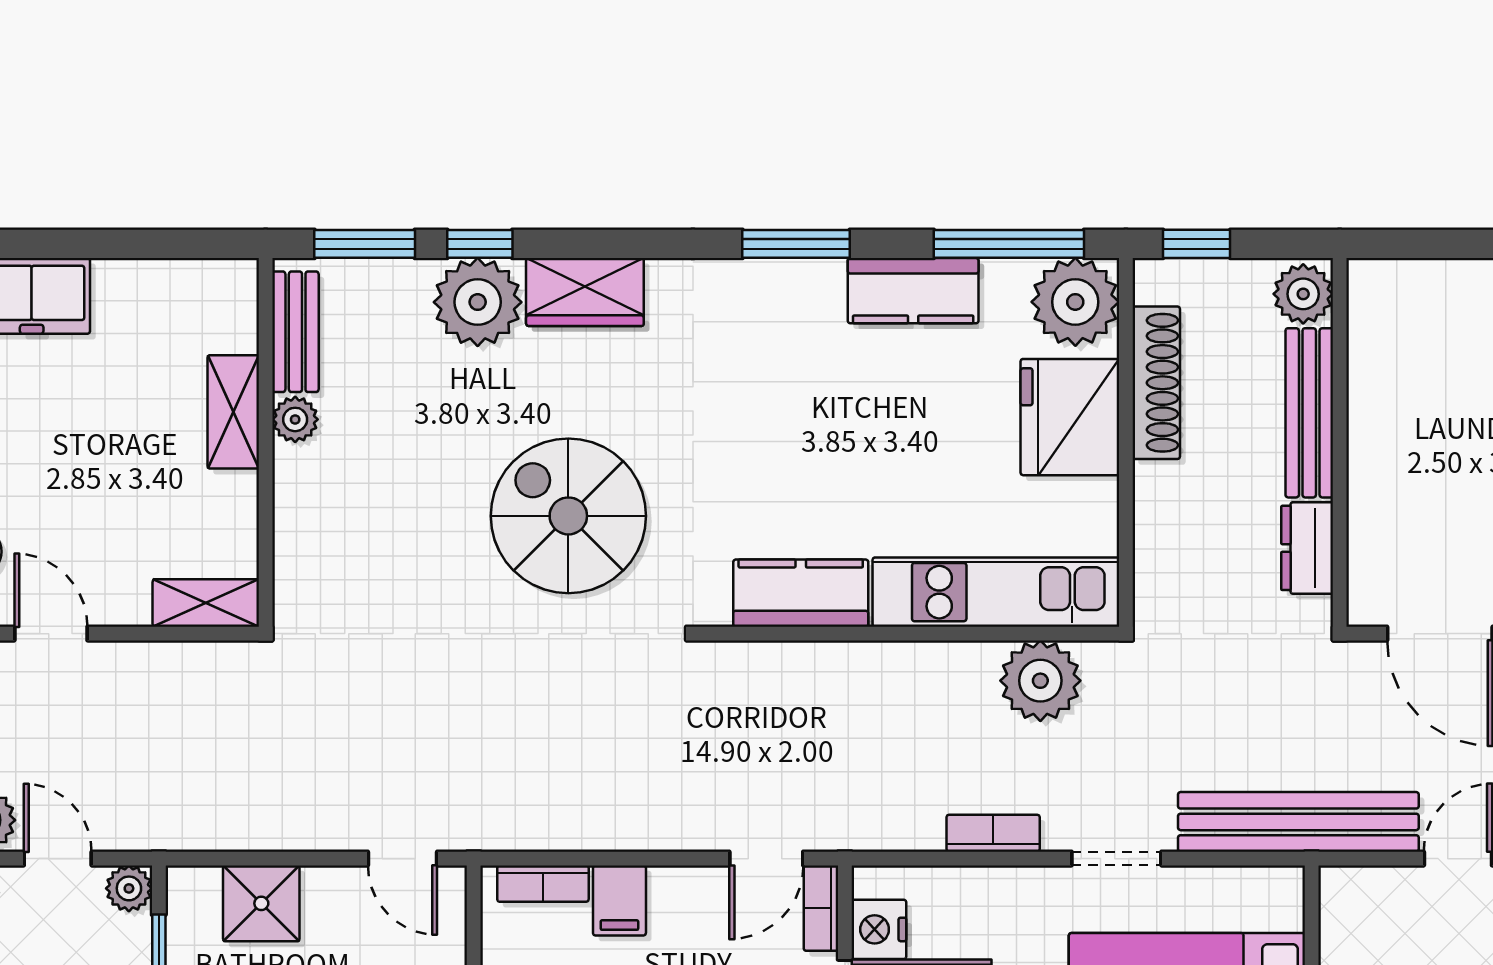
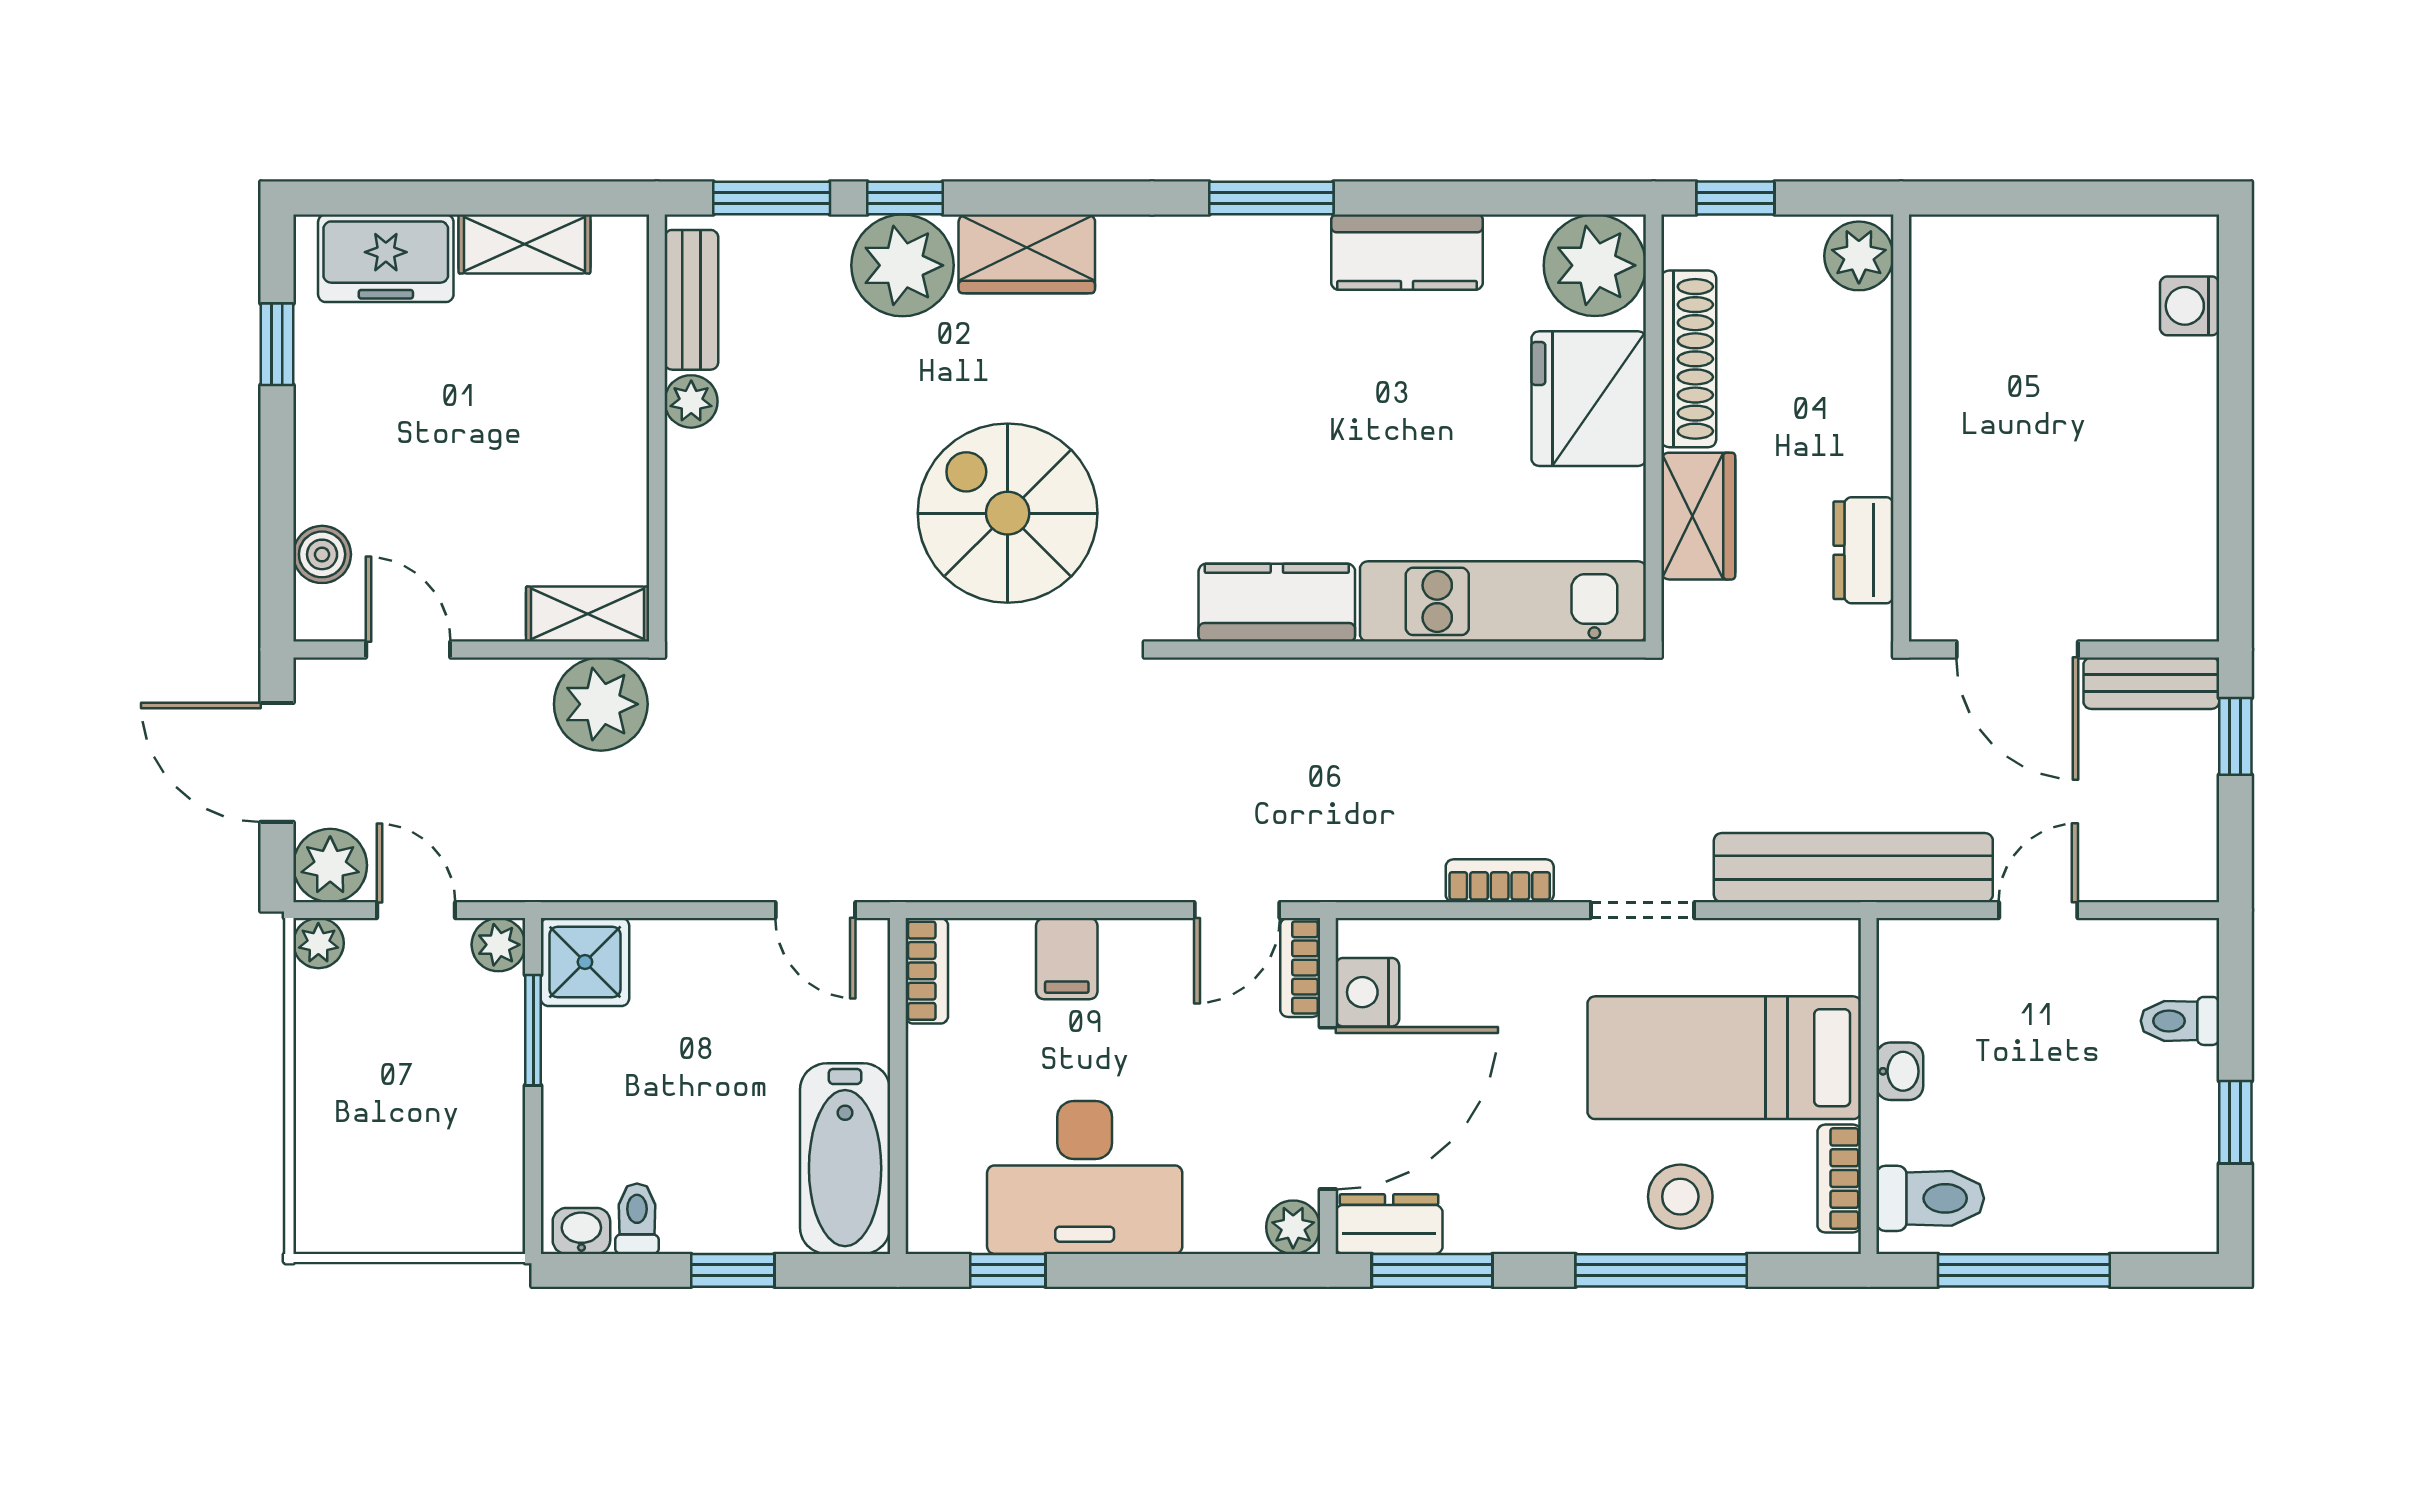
window: (1009, 244) -> (1518, 198), removed
shelving: (233, 412) -> (524, 244), moved, turned 90
bench: (1309, 413) -> (1866, 394), removed
wardrobe: (1165, 518) -> (1698, 516), added
plant: (1040, 681) -> (601, 704), moved
bookcase: (543, 884) -> (927, 971), moved, turned -90
shower: (261, 903) -> (585, 962), moved

